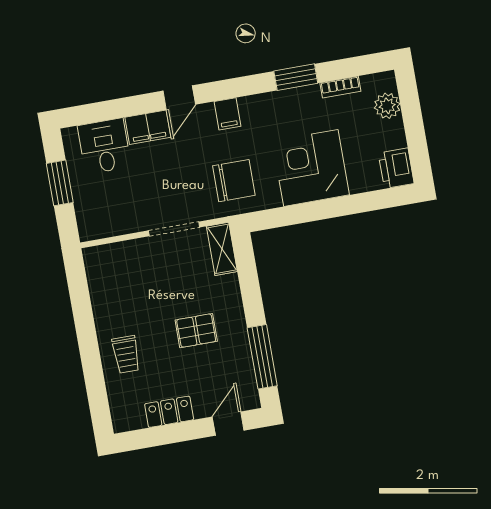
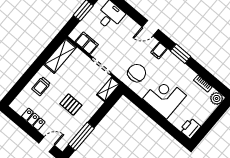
window: (296, 77) -> (181, 54), moved
plant: (387, 106) -> (217, 98), moved
filing cabinet: (148, 127) -> (87, 43), moved, turned 180
chair: (234, 181) -> (137, 73), turned -90
shelving: (102, 282) -> (60, 56), added

